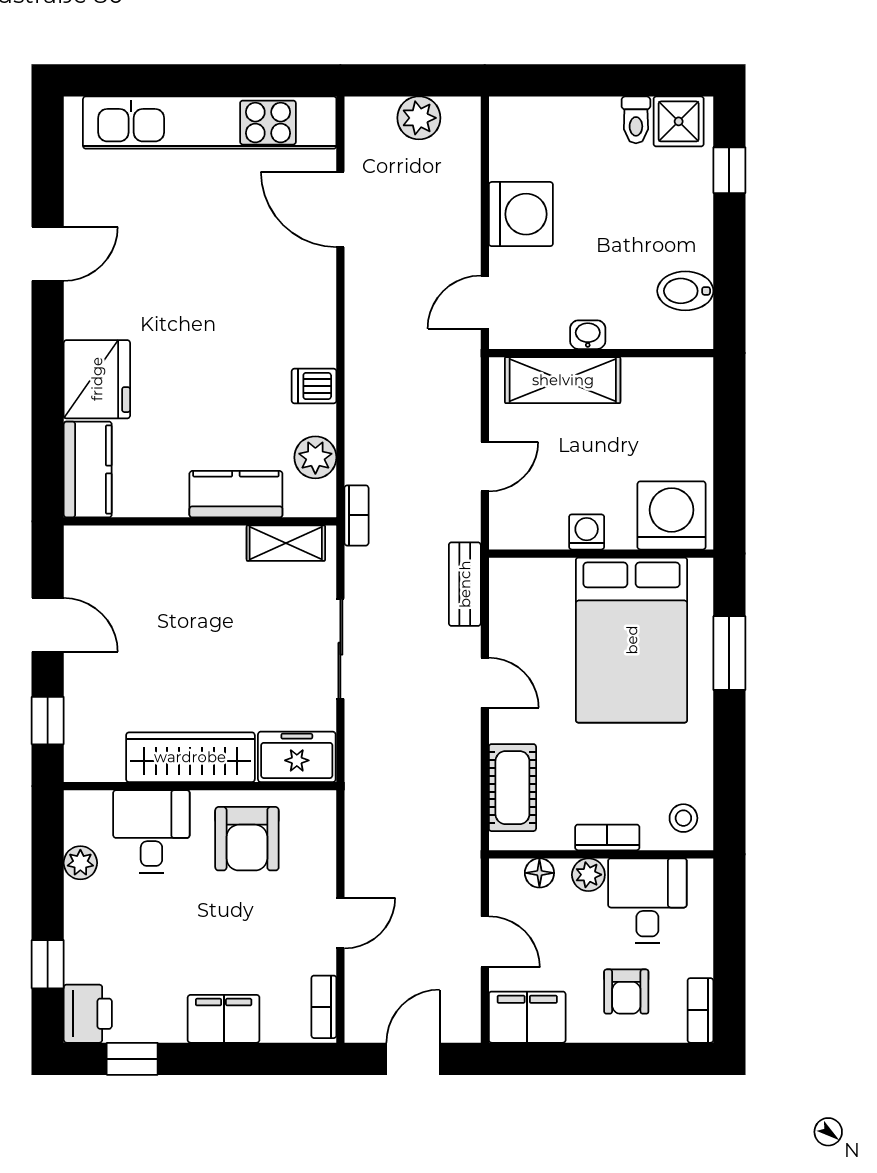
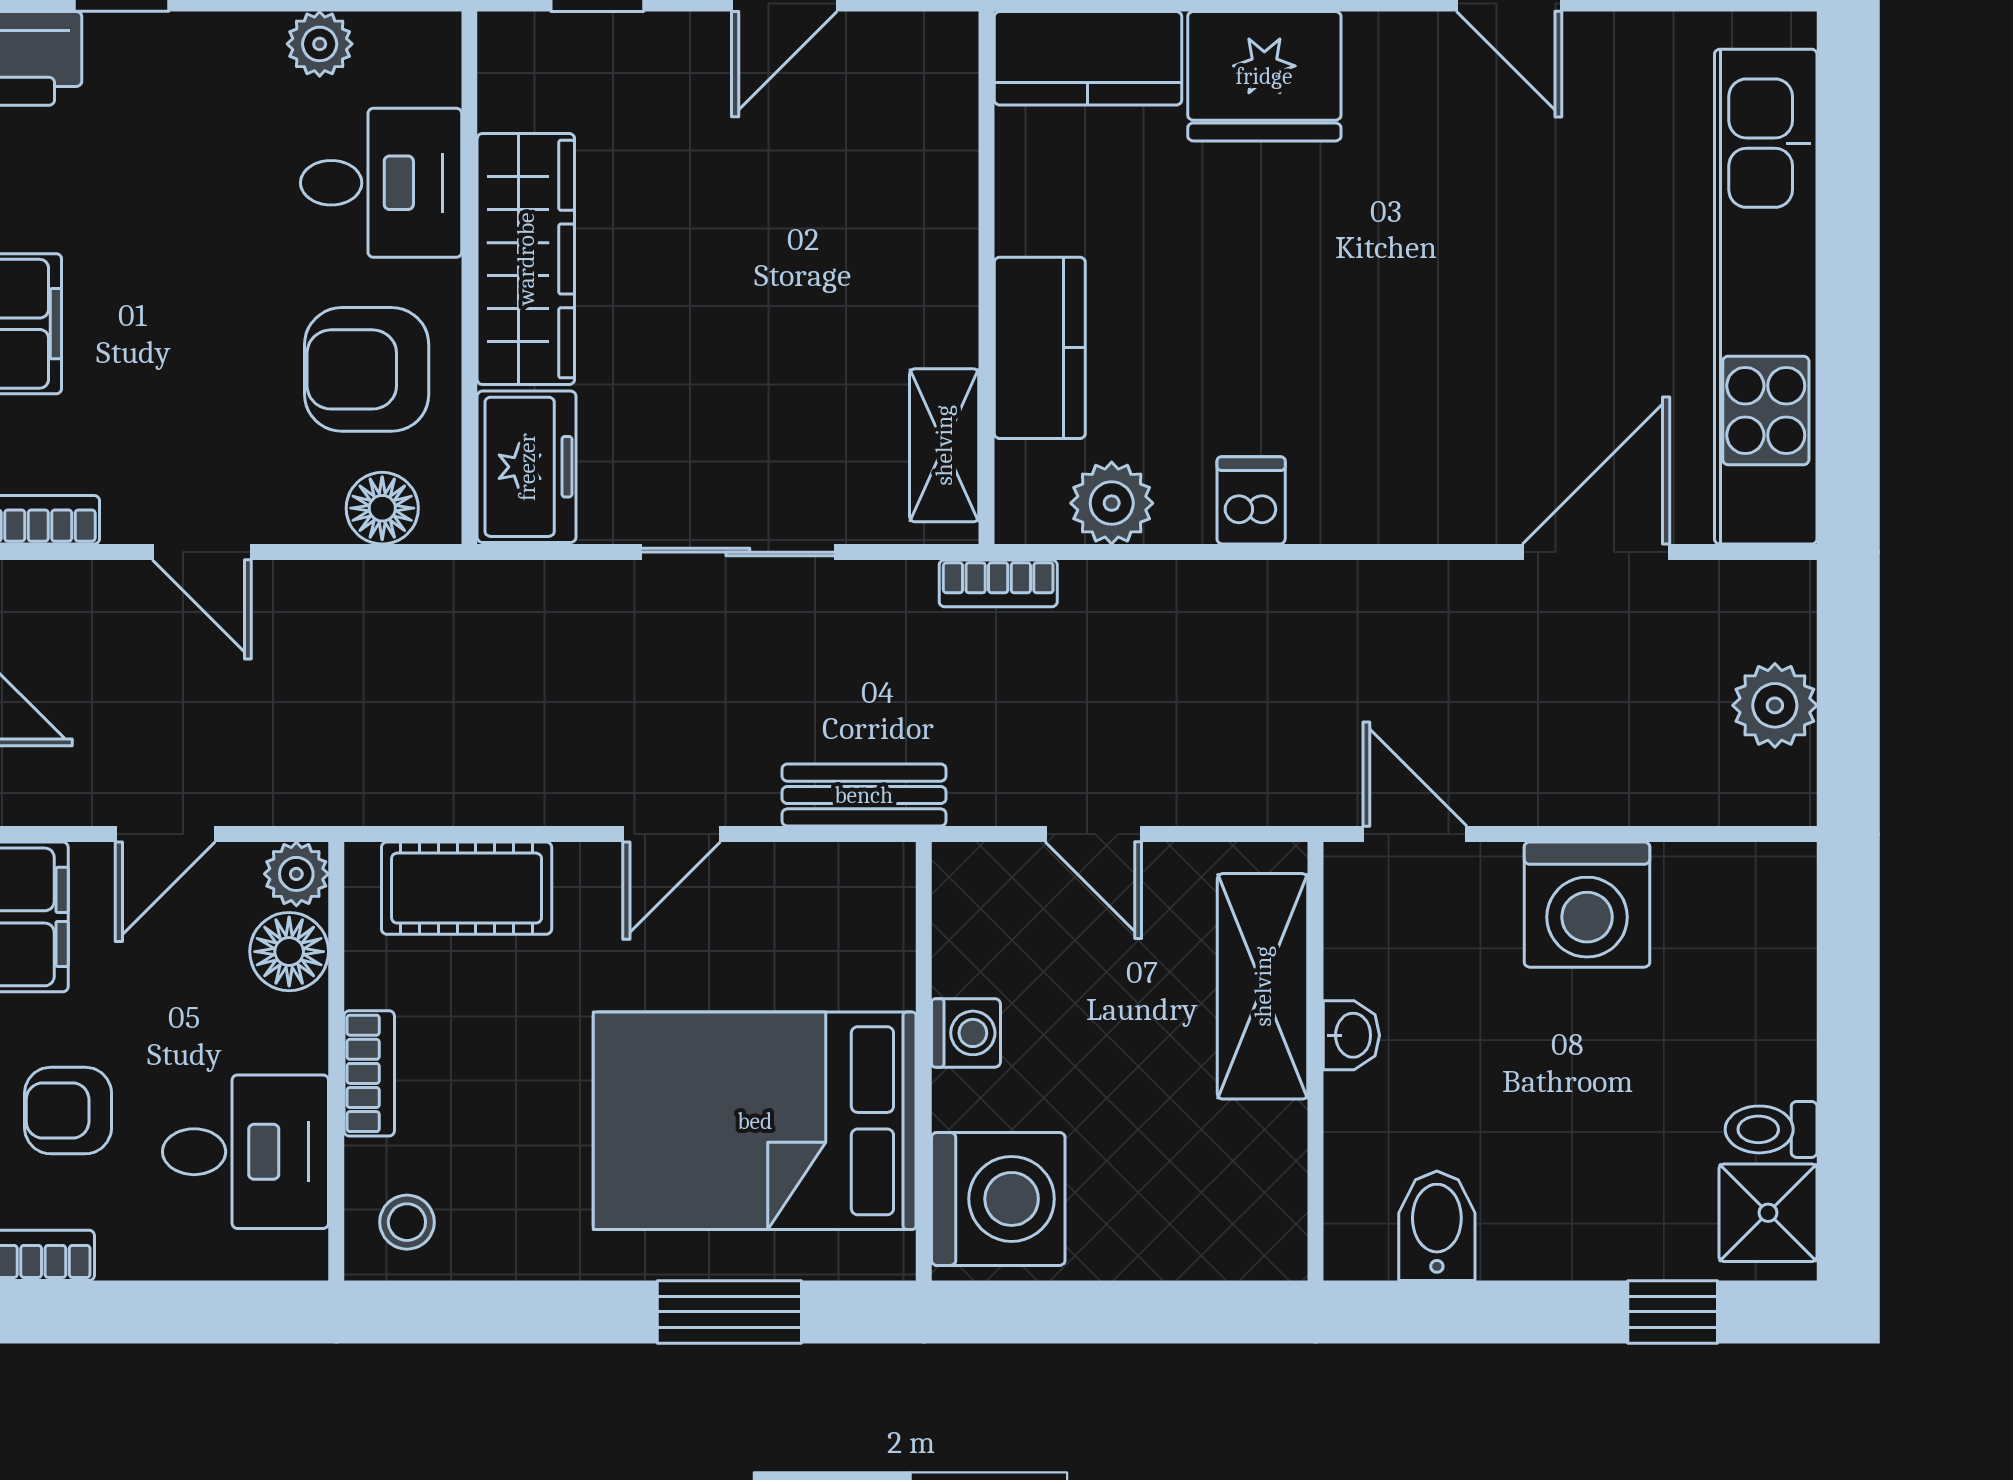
floor lamp: (318, 831) -> (382, 508), added
floor lamp: (539, 873) -> (289, 952), width x1.37, depth x1.37
plant: (588, 875) -> (296, 874), moved

